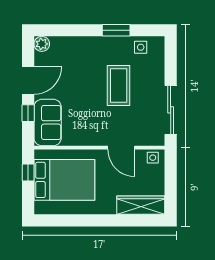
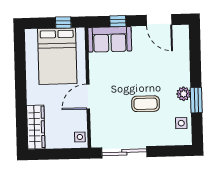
plant: (42, 44) -> (184, 94), moved
door: (28, 80) -> (159, 20), moved
coffee table: (119, 85) -> (146, 104), width x0.73, depth x0.76
door: (121, 148) -> (88, 97), moved

